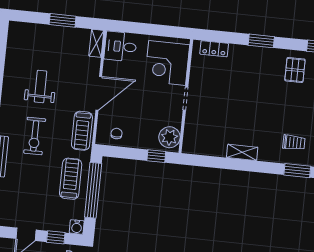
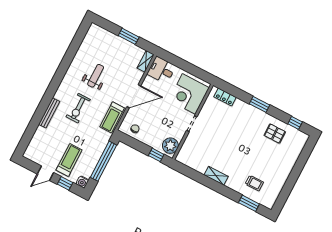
pallet: (295, 70) -> (275, 134), turned 90
treadmill: (71, 179) -> (69, 160), moved

